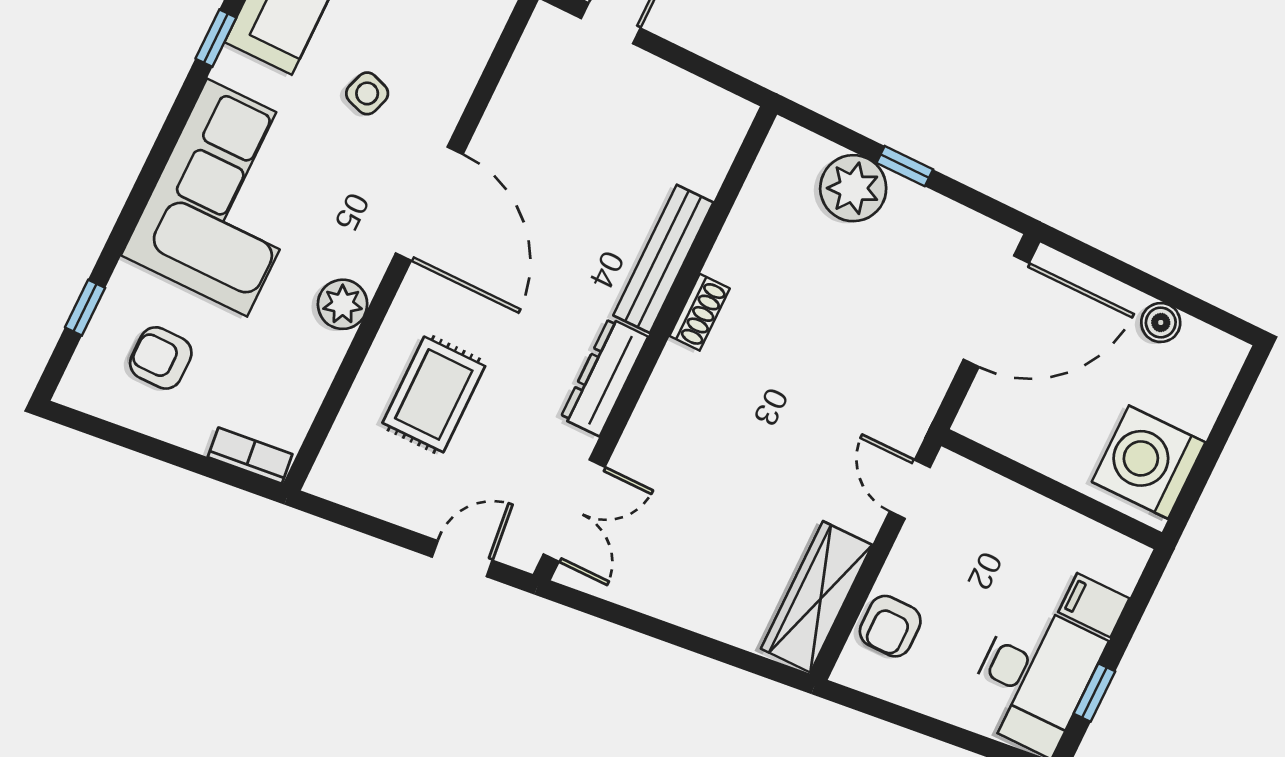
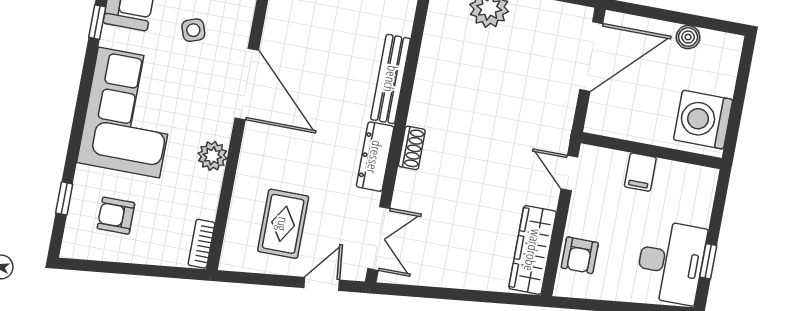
side table: (367, 93) -> (193, 30), turned -38
shoe rack: (700, 312) -> (412, 148), moved
rug: (434, 394) -> (283, 224), moved
bookcase: (250, 456) -> (201, 244), moved, turned -84
filing cabinet: (1094, 605) -> (640, 172), moved, turned -90

